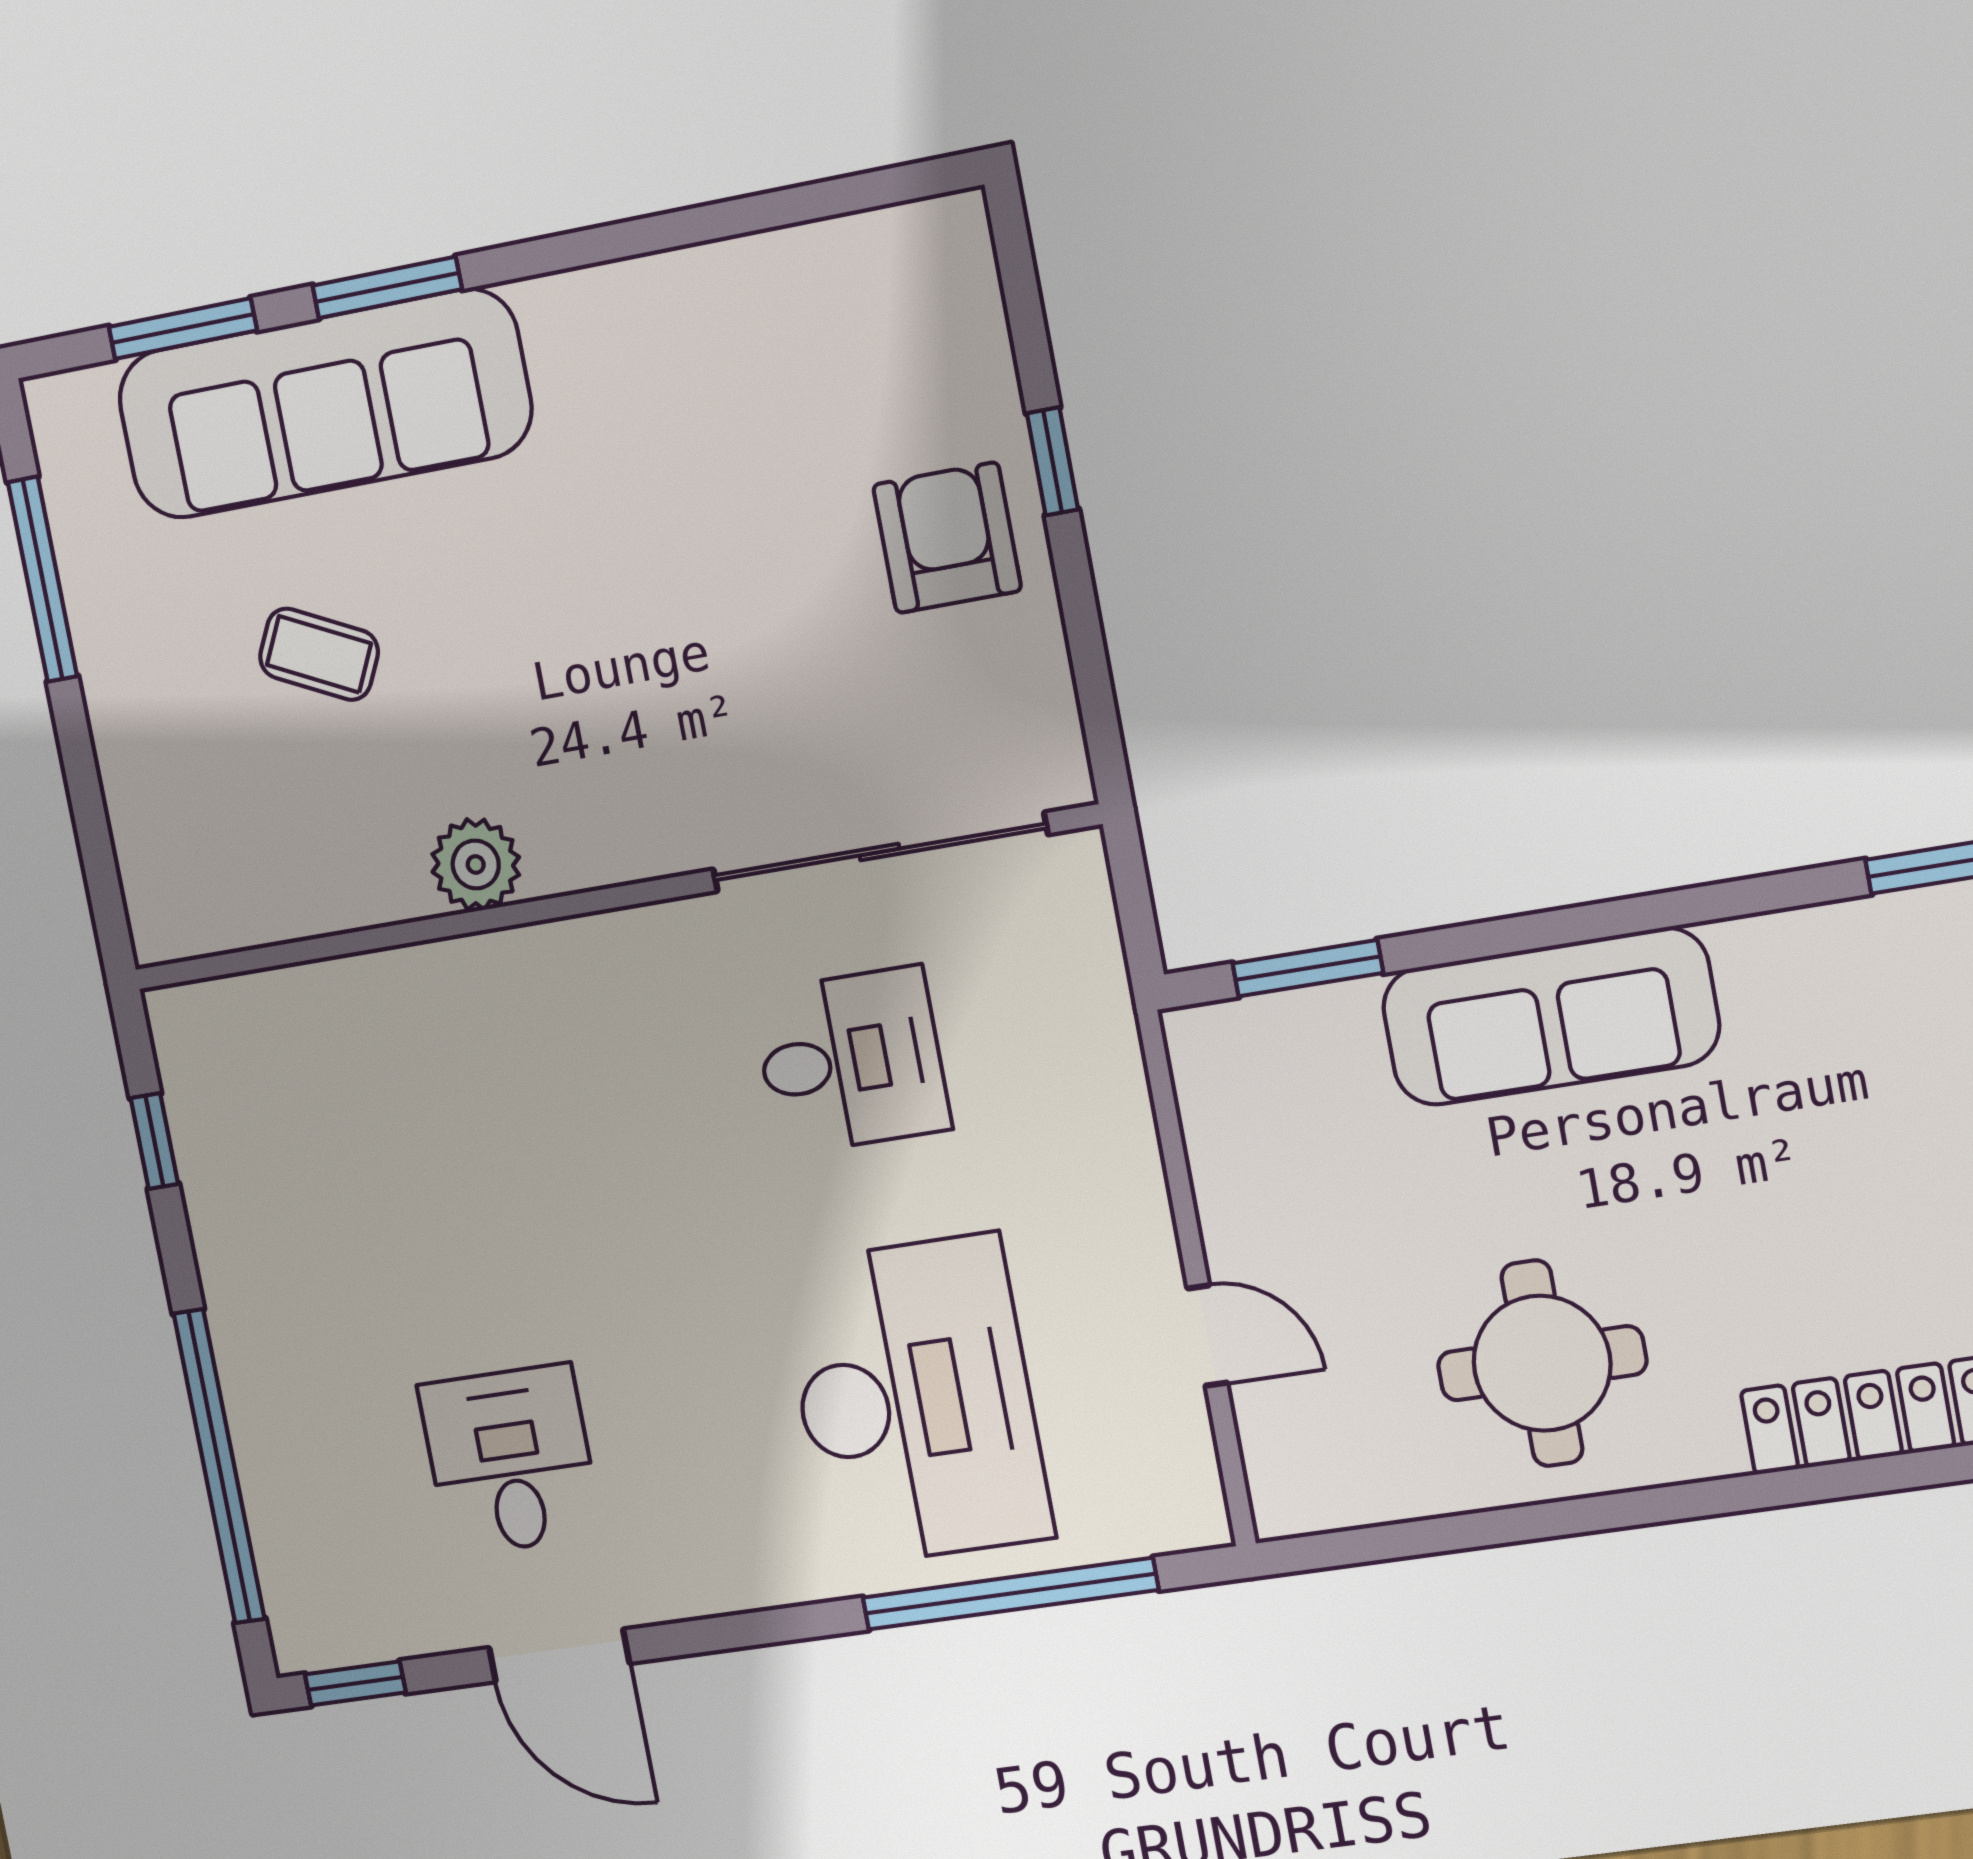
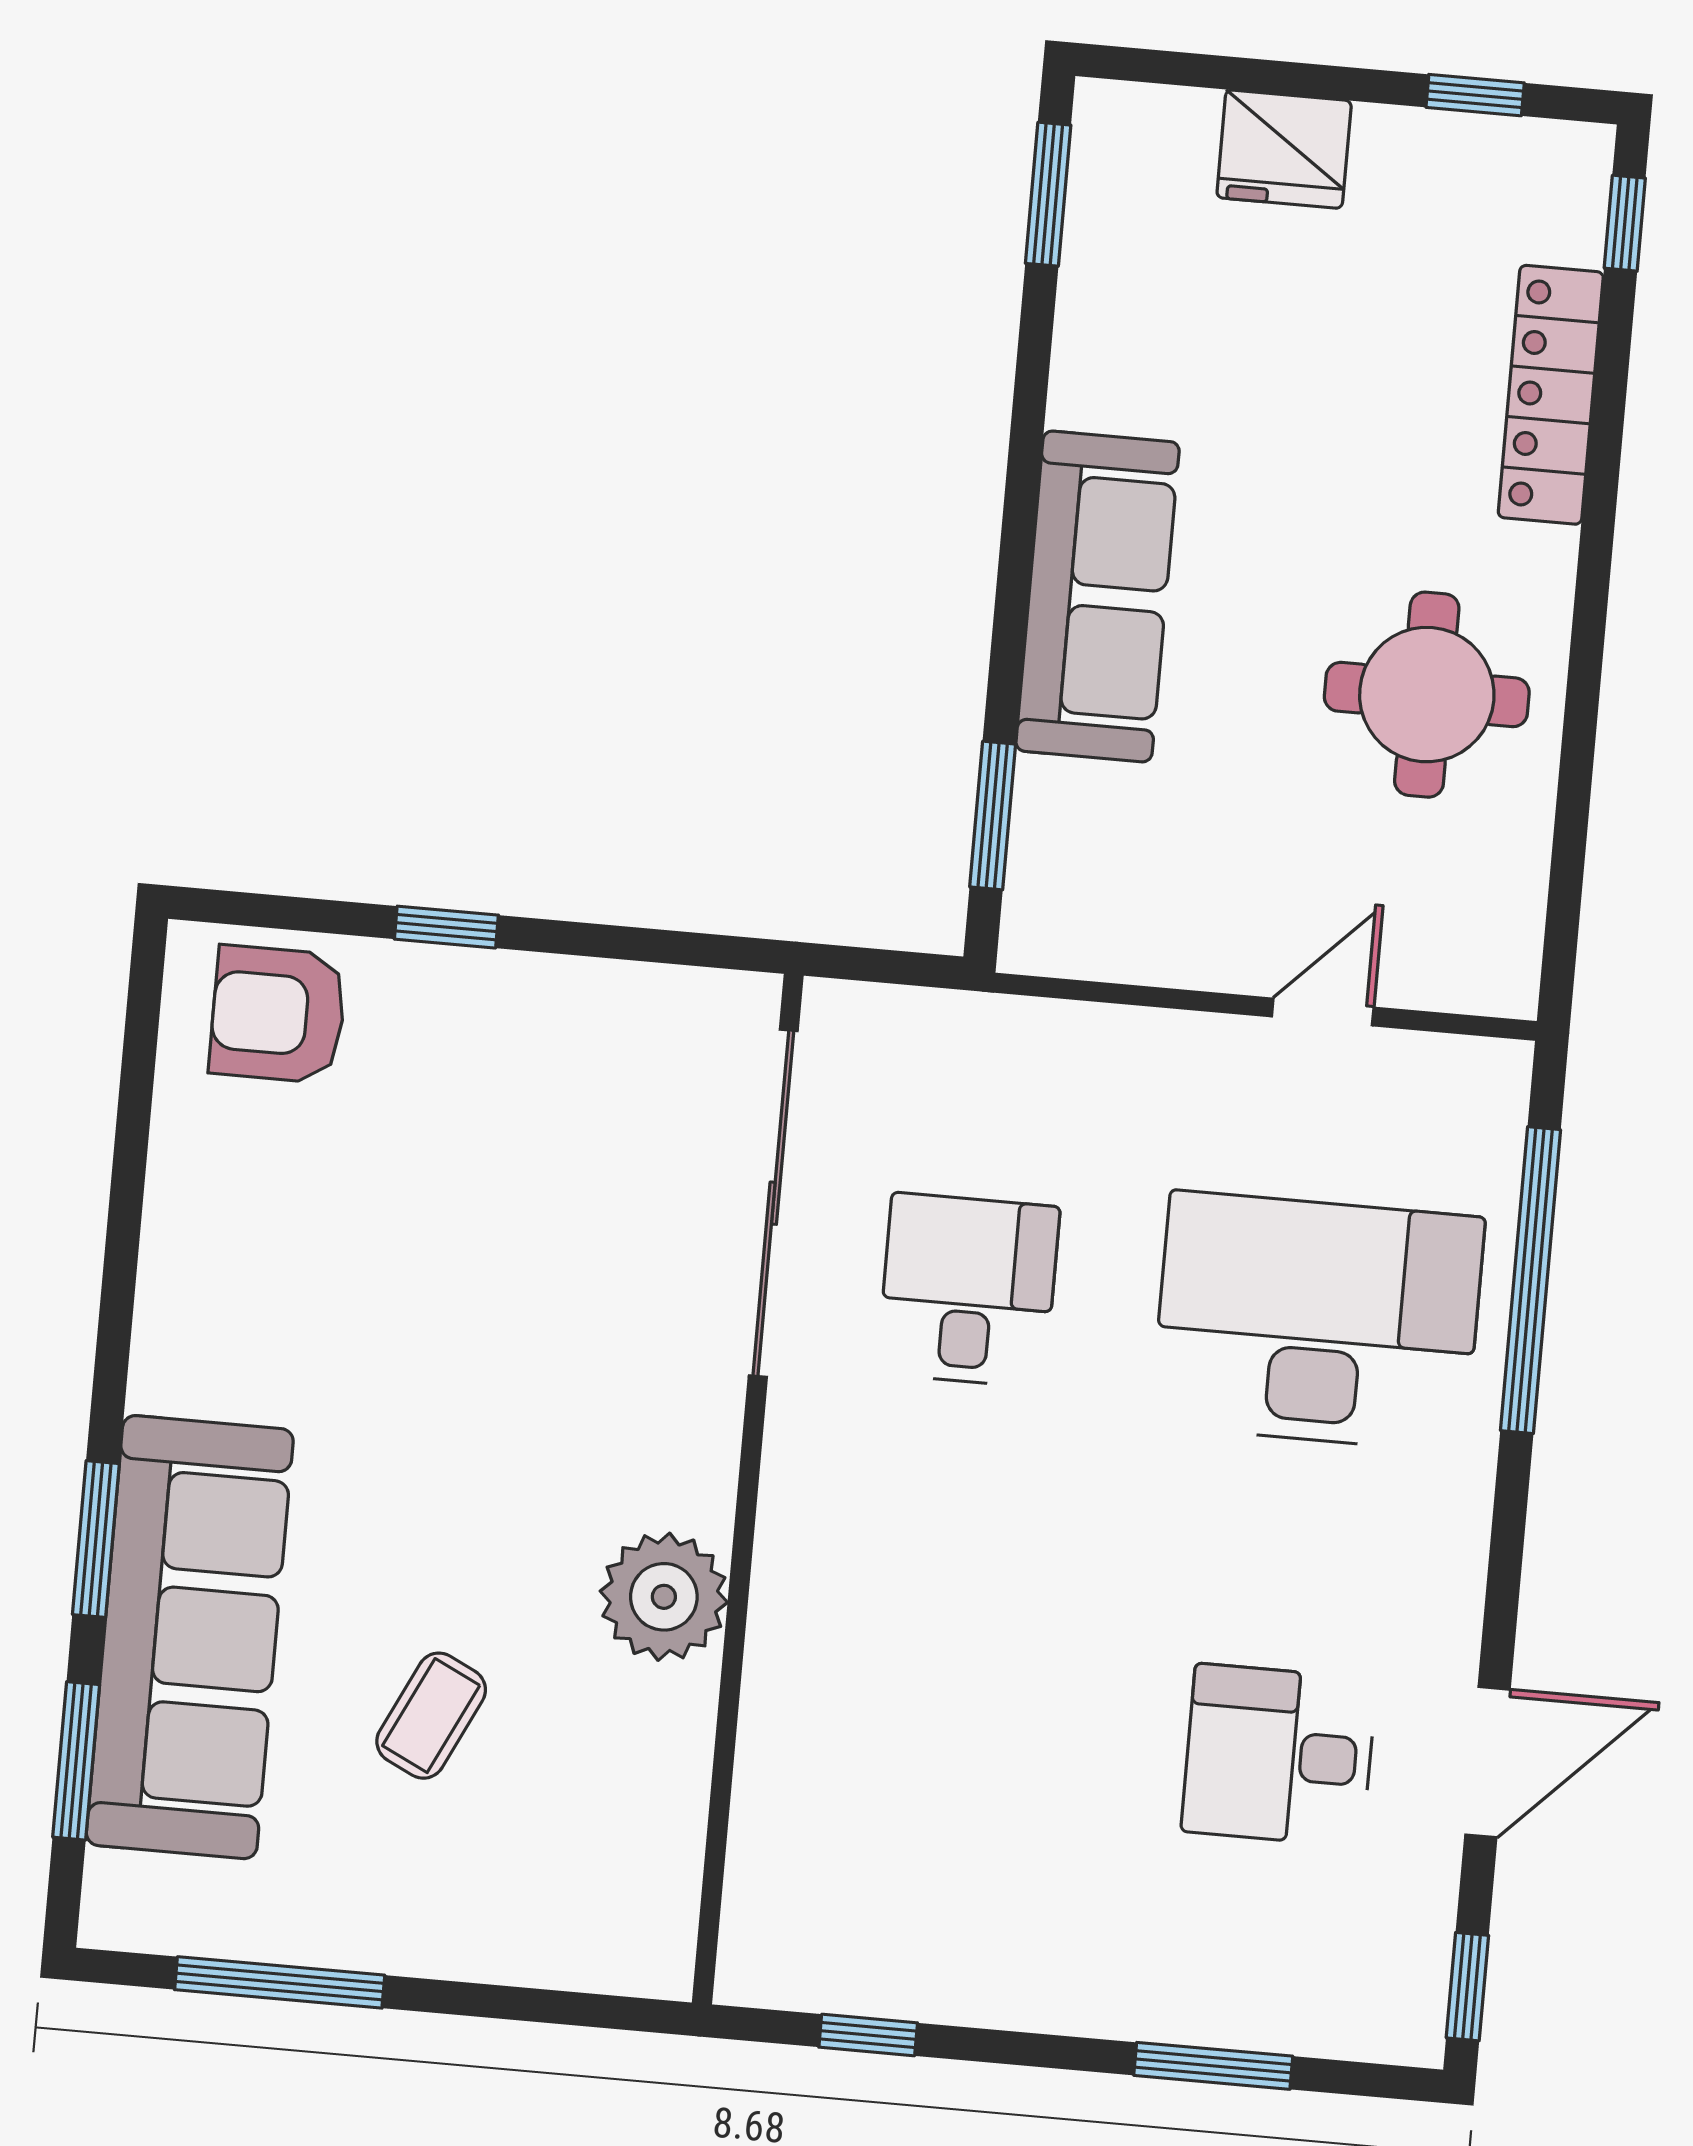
armchair: (947, 538) -> (278, 1014), moved
plant: (476, 864) -> (664, 1597), width x1.36, depth x1.36
window: (219, 1466) -> (1213, 2066), width x0.47

